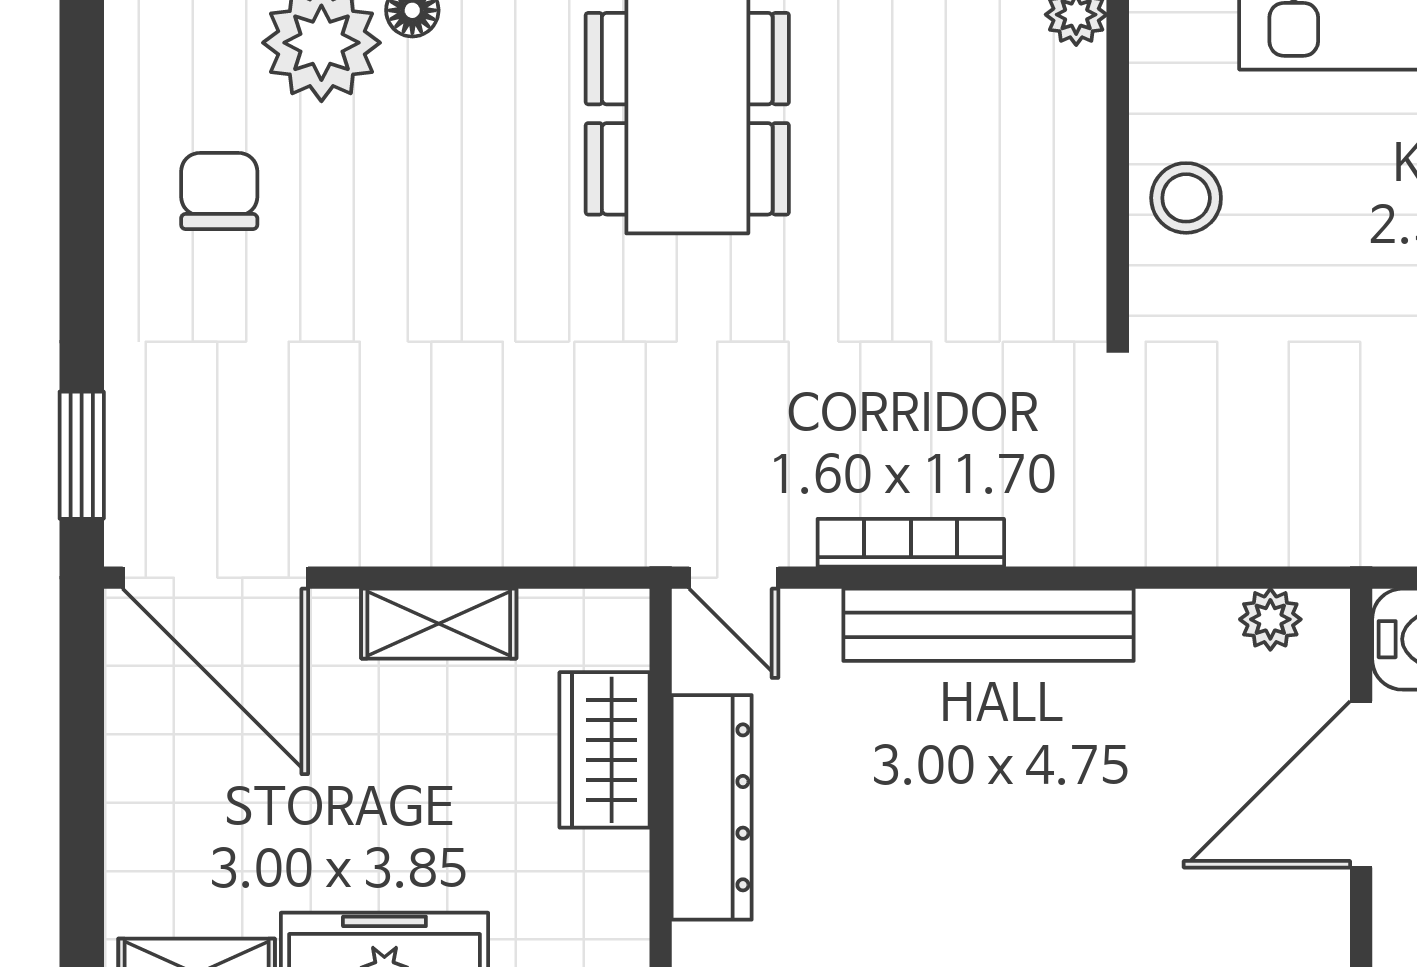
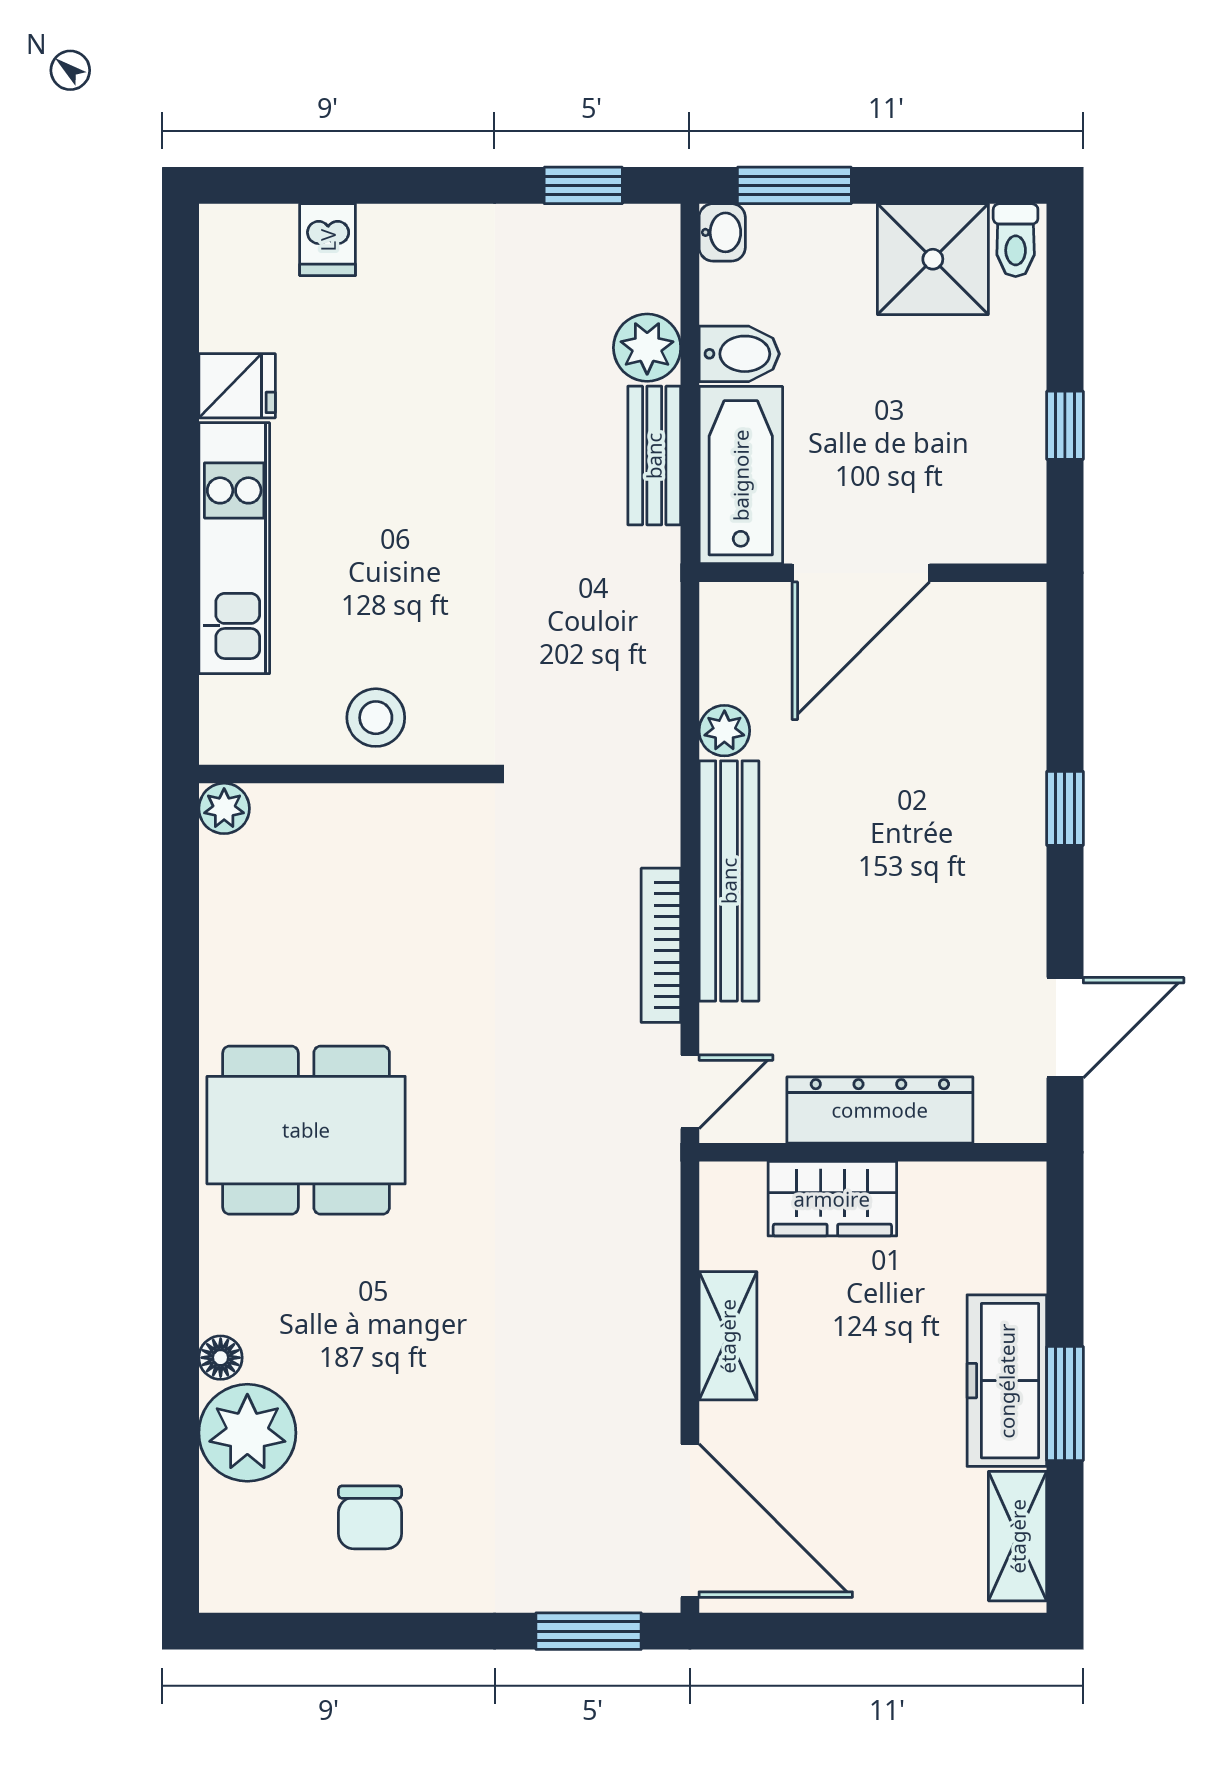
chair: (219, 191) -> (370, 1517), turned -90
door: (215, 578) -> (690, 1521), hinge flipped
plant: (1270, 619) -> (724, 731), moved
door: (1361, 784) -> (861, 573), hinge flipped

